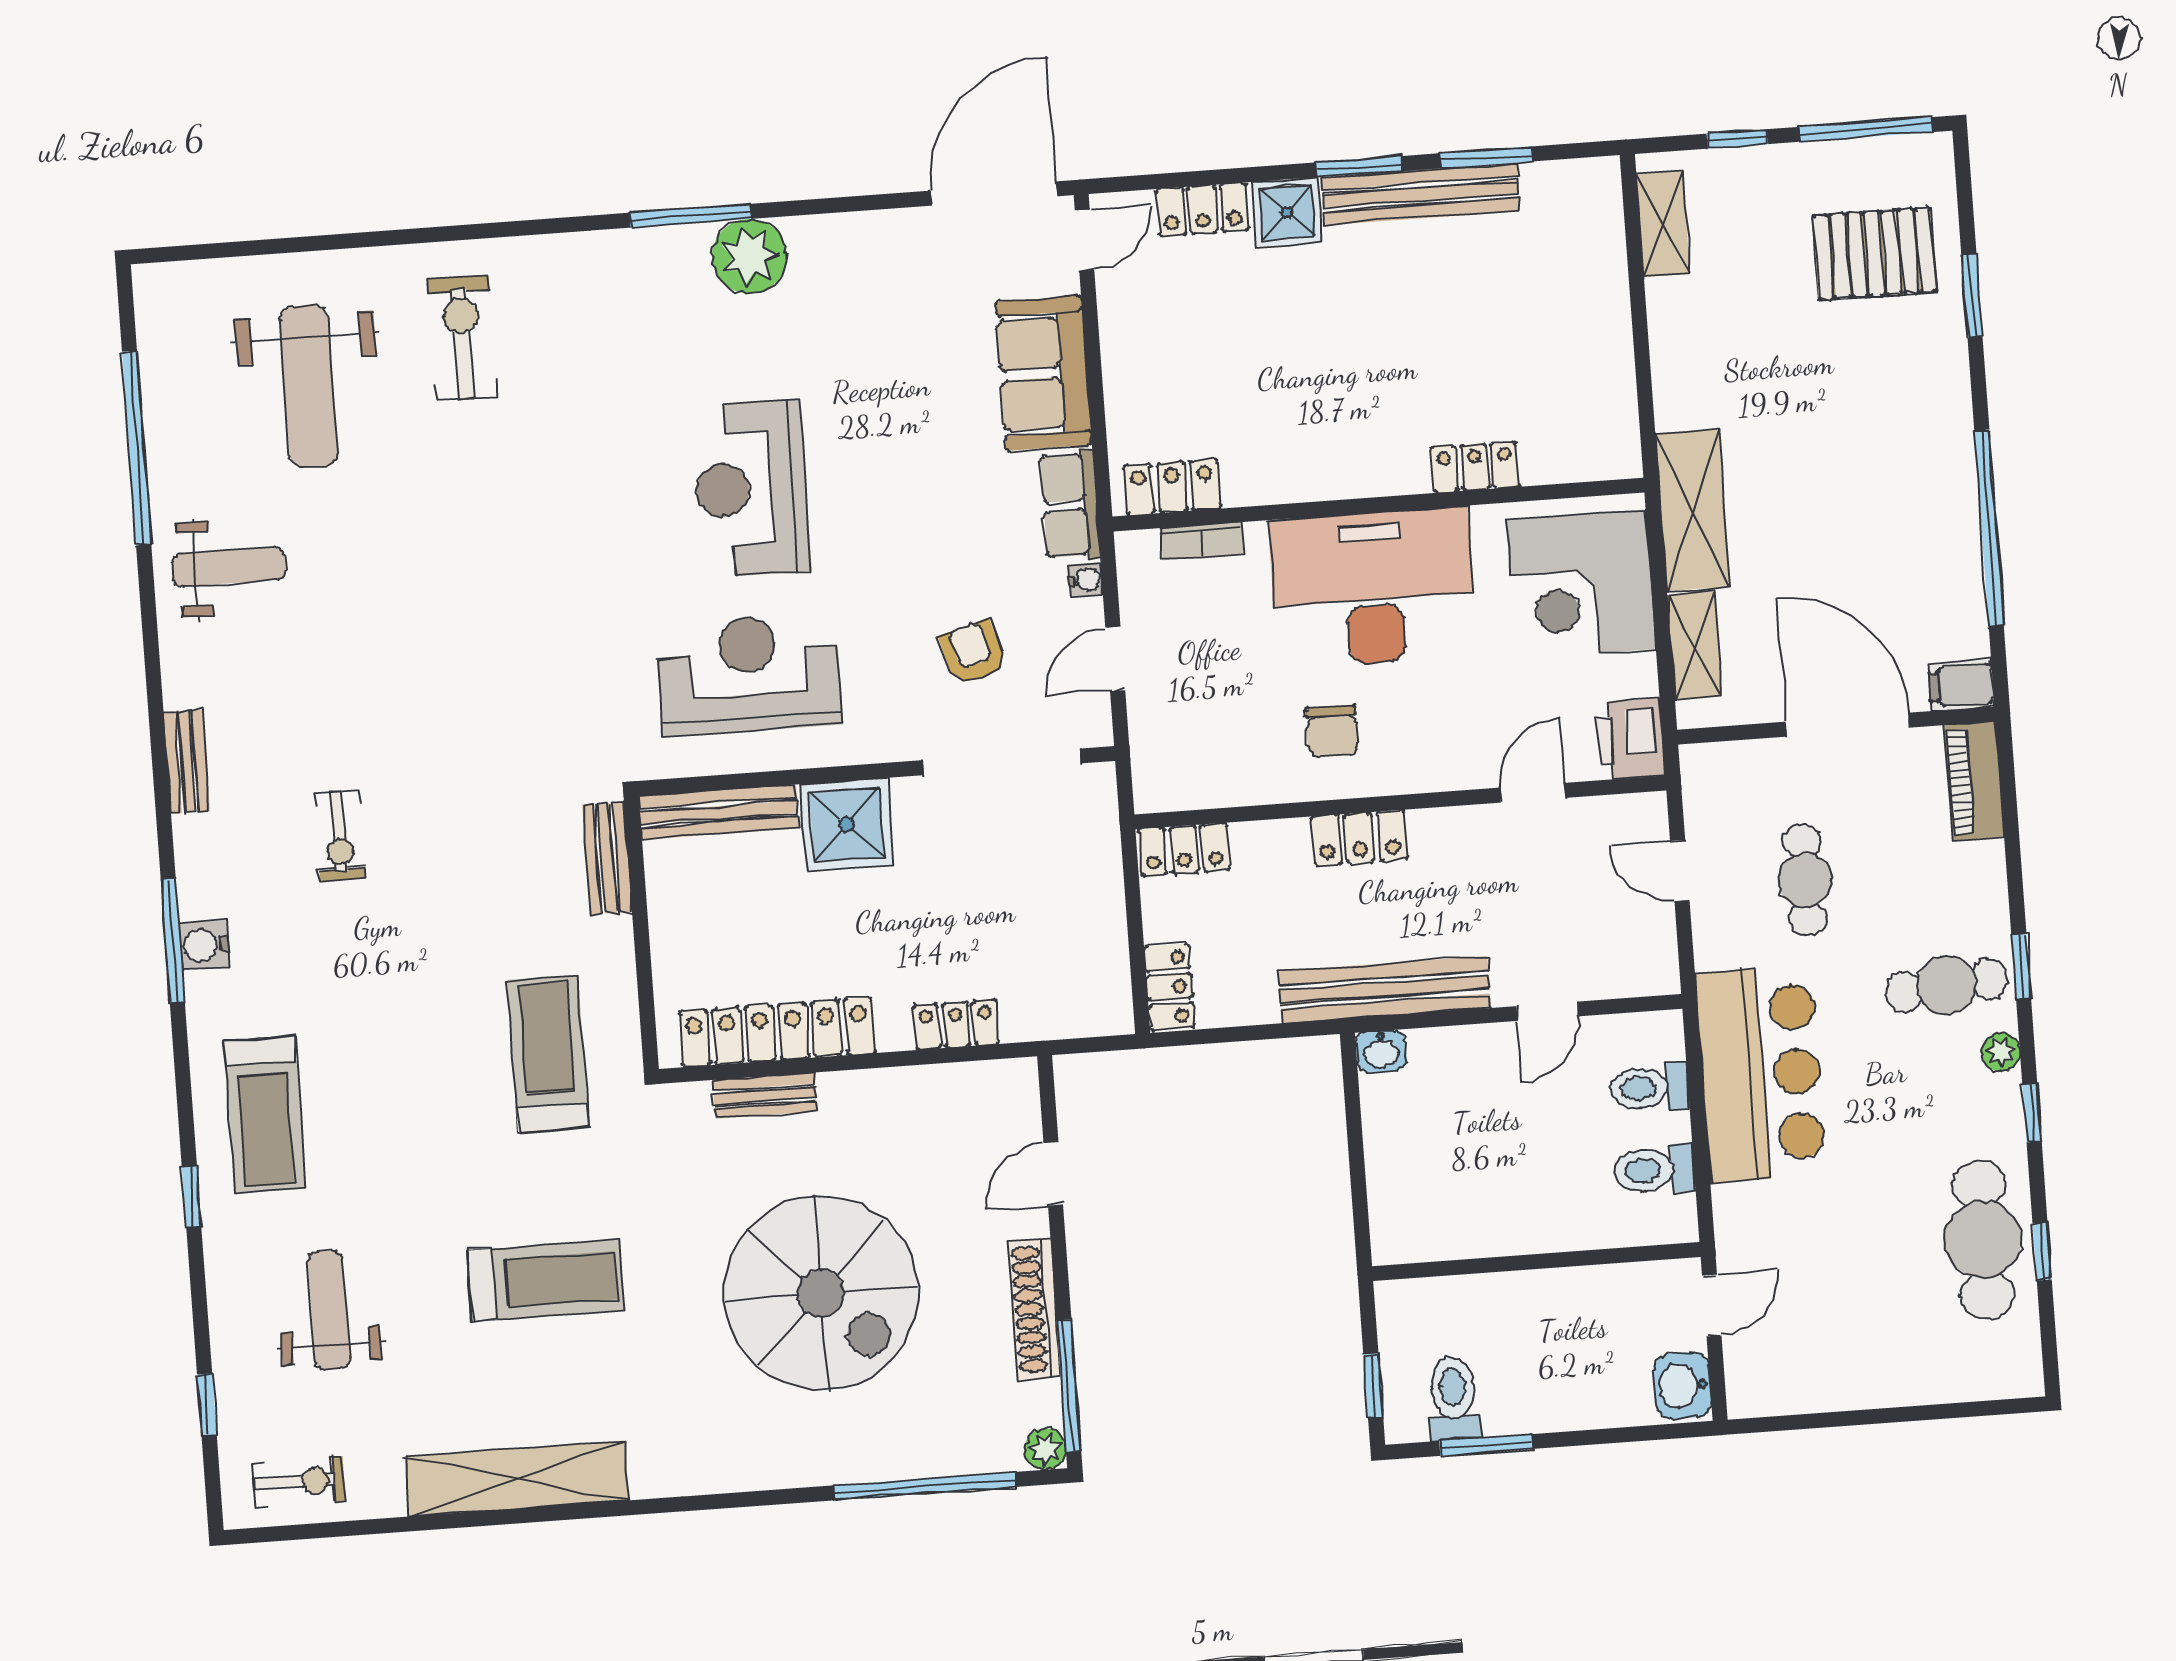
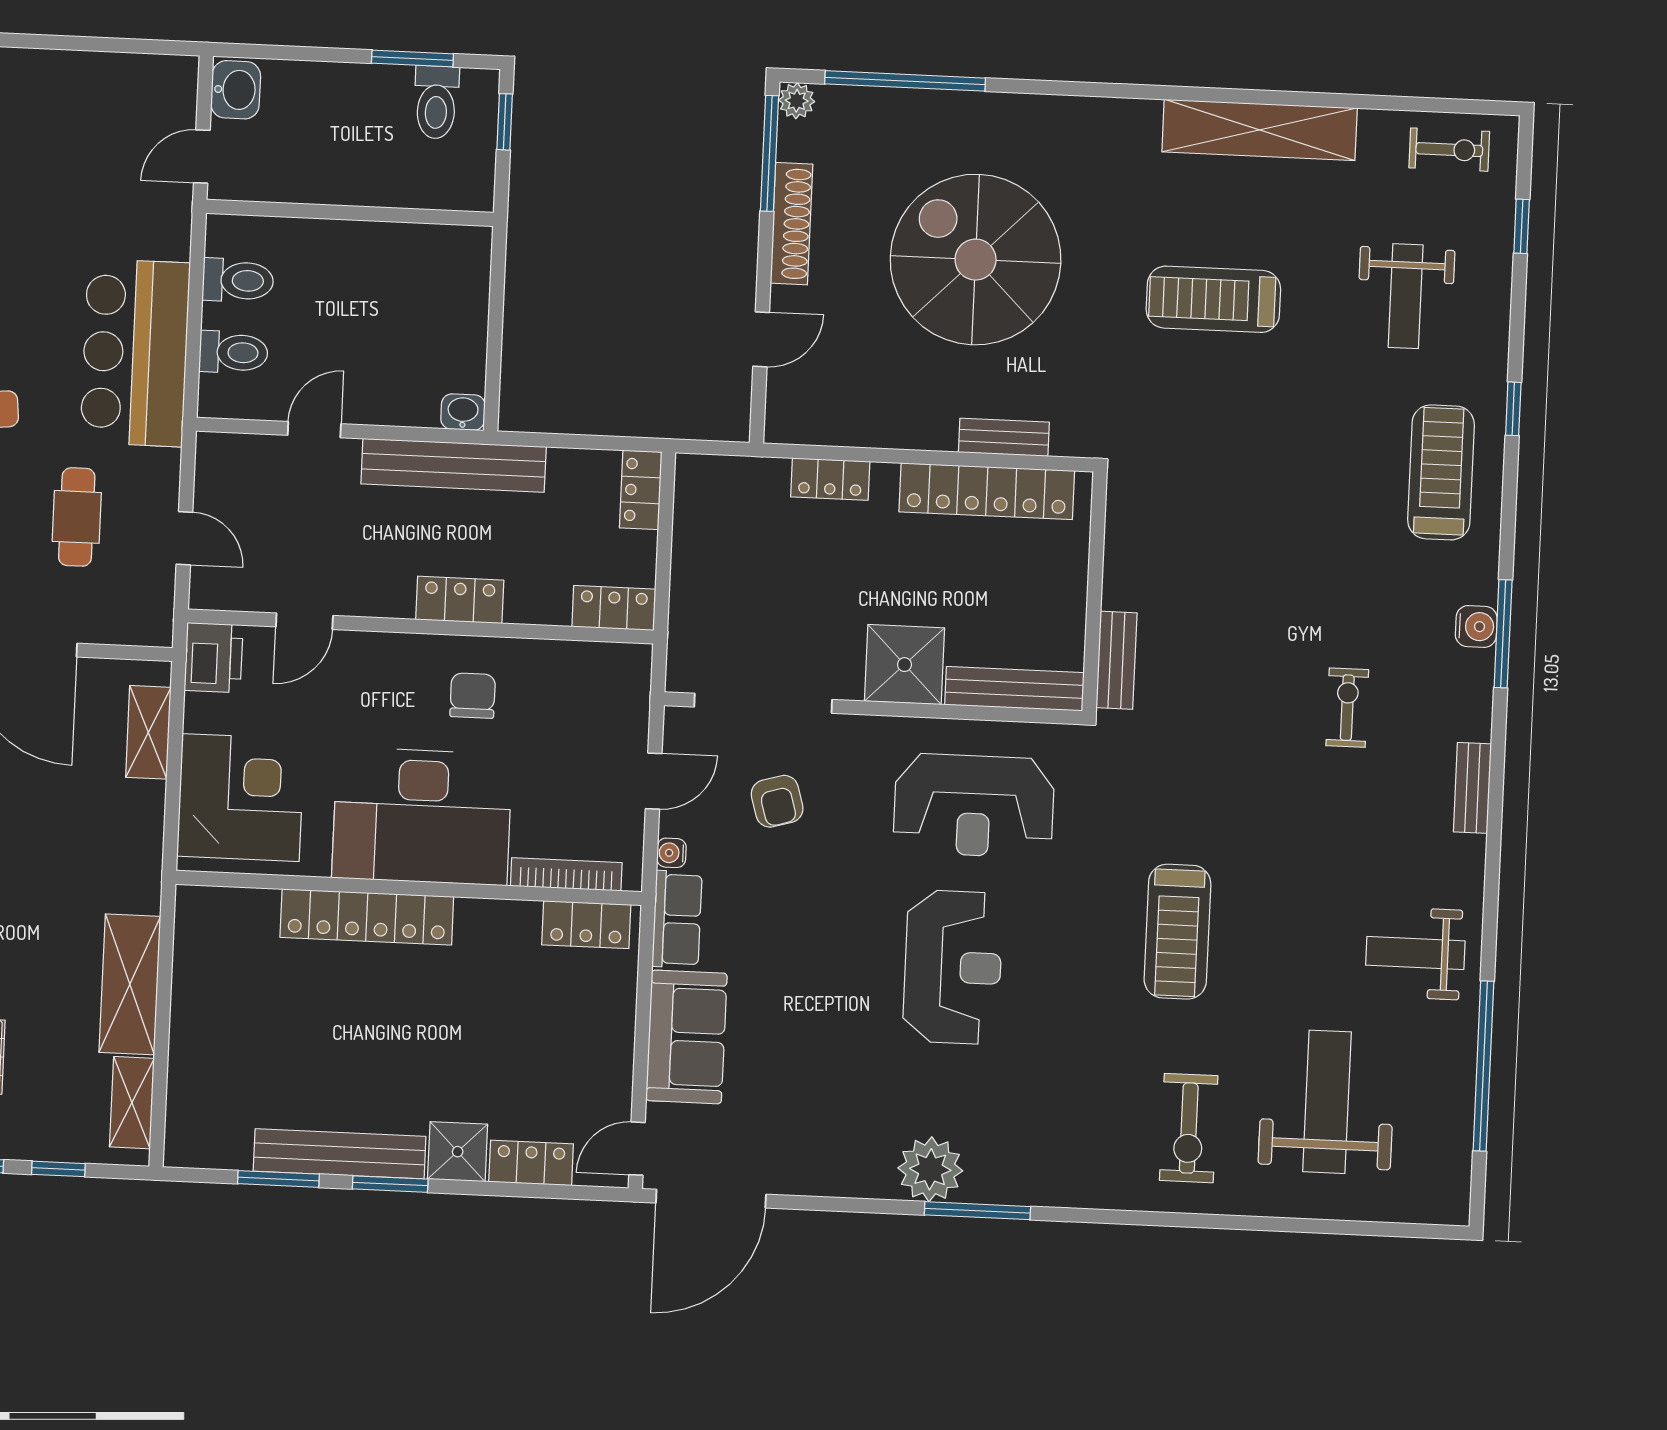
locker: (1475, 467) -> (367, 917), width x2.16, depth x1.21
shelving: (1693, 510) -> (130, 984), moved
bookcase: (1202, 541) -> (566, 874), width x1.56
treadmill: (548, 1054) -> (1177, 932), moved
exercise bike: (299, 1482) -> (1449, 150), turned 180

